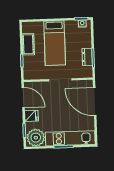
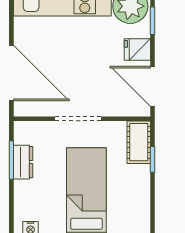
cot: (28, 44) -> (139, 142), moved

